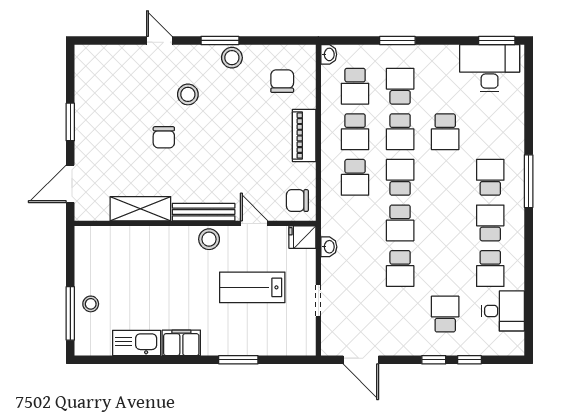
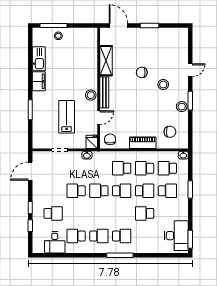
school desk: (400, 132) -> (145, 191), turned 180

